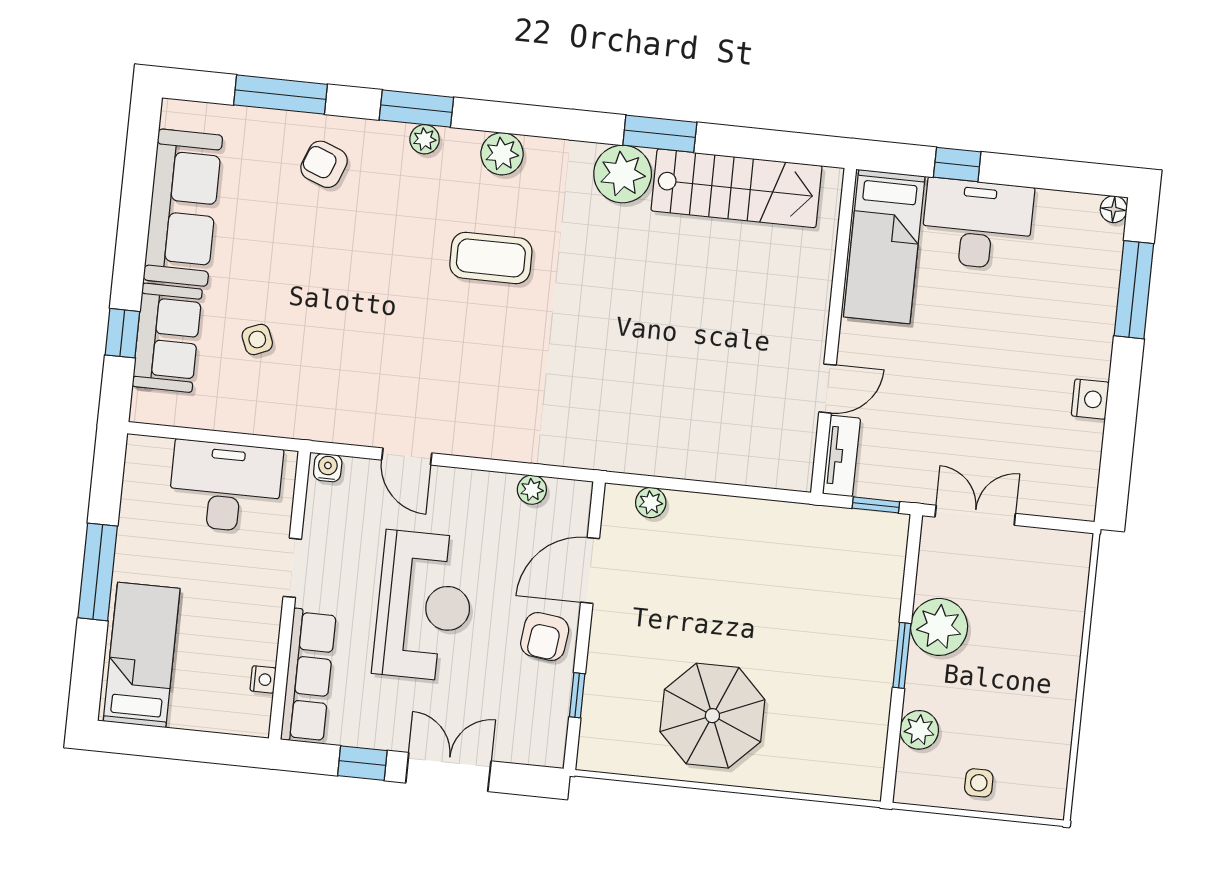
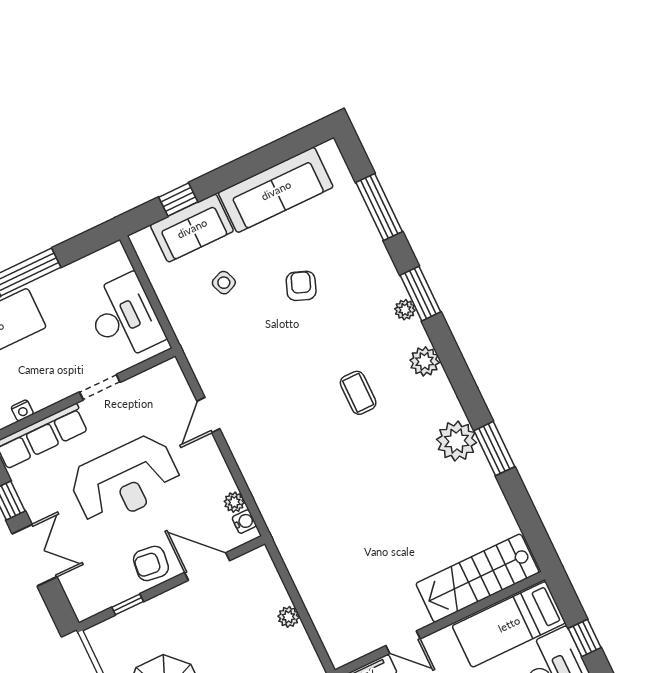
armchair: (324, 164) -> (301, 286), moved
stairs: (737, 188) -> (477, 578), moved, turned 90
coffee table: (491, 258) -> (358, 393), width x0.73, depth x0.77
water cooler: (328, 468) -> (244, 522), moved
plant: (651, 503) -> (289, 617), moved

